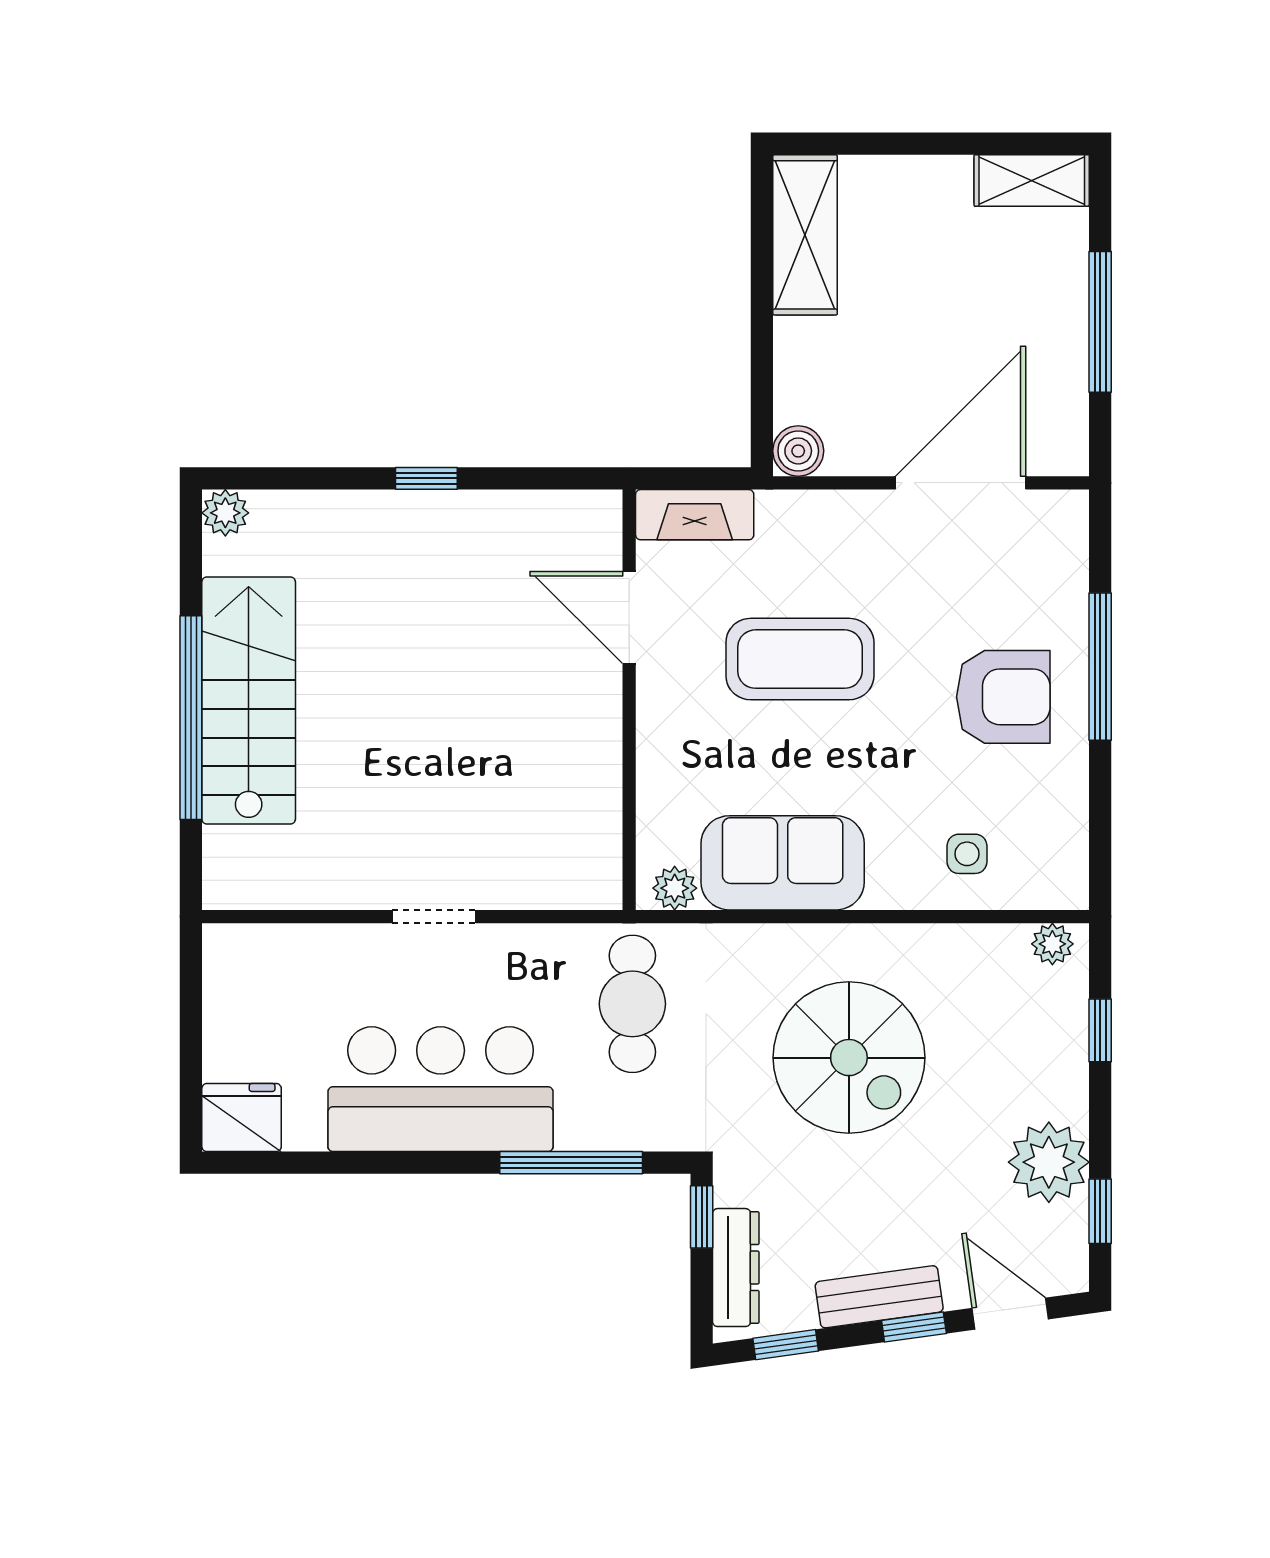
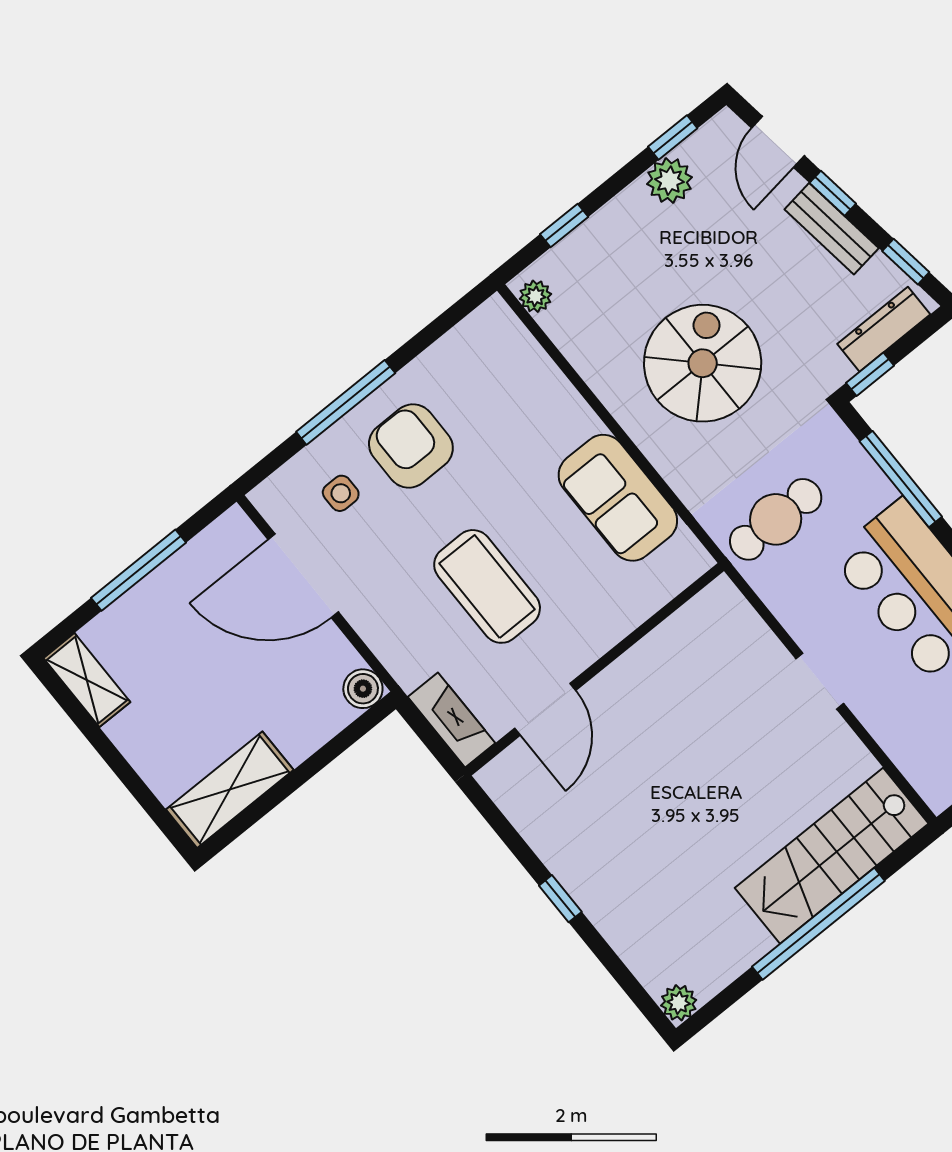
stairs: (249, 700) -> (832, 856), moved
side table: (967, 854) -> (341, 493), moved
plant: (675, 888) -> (686, 550), removed
plant: (1049, 1162) -> (669, 181), width x0.73, depth x0.73

